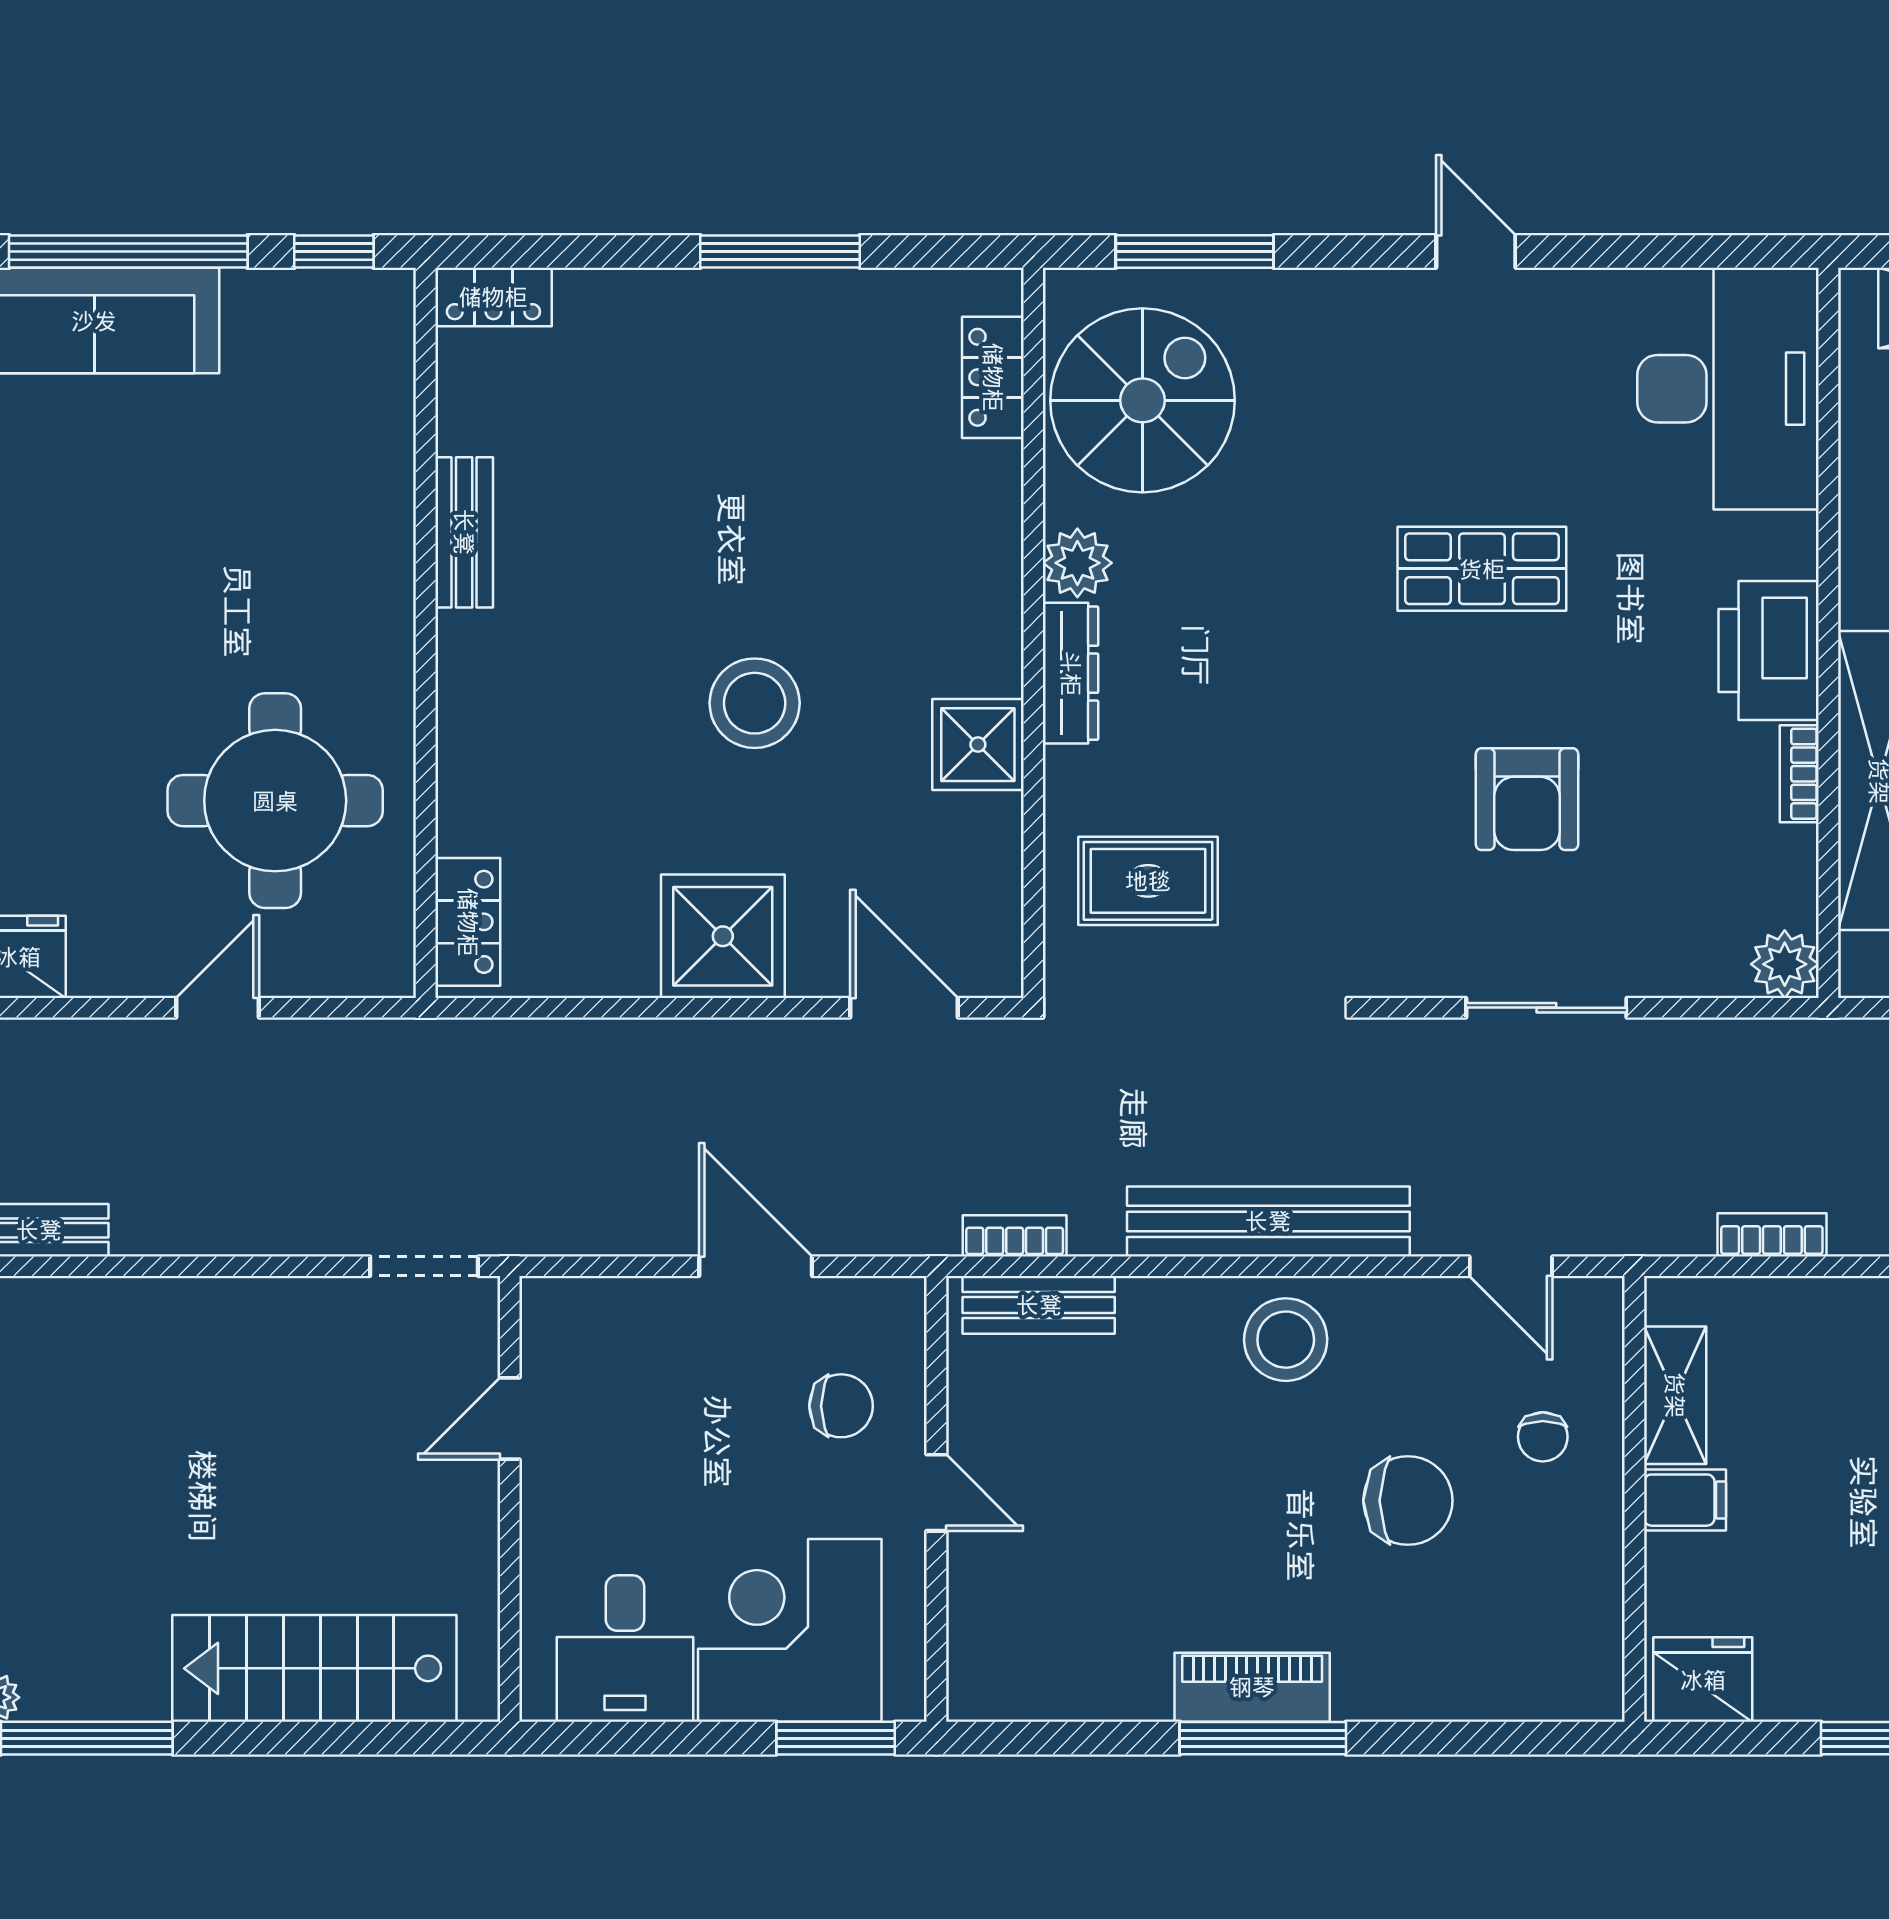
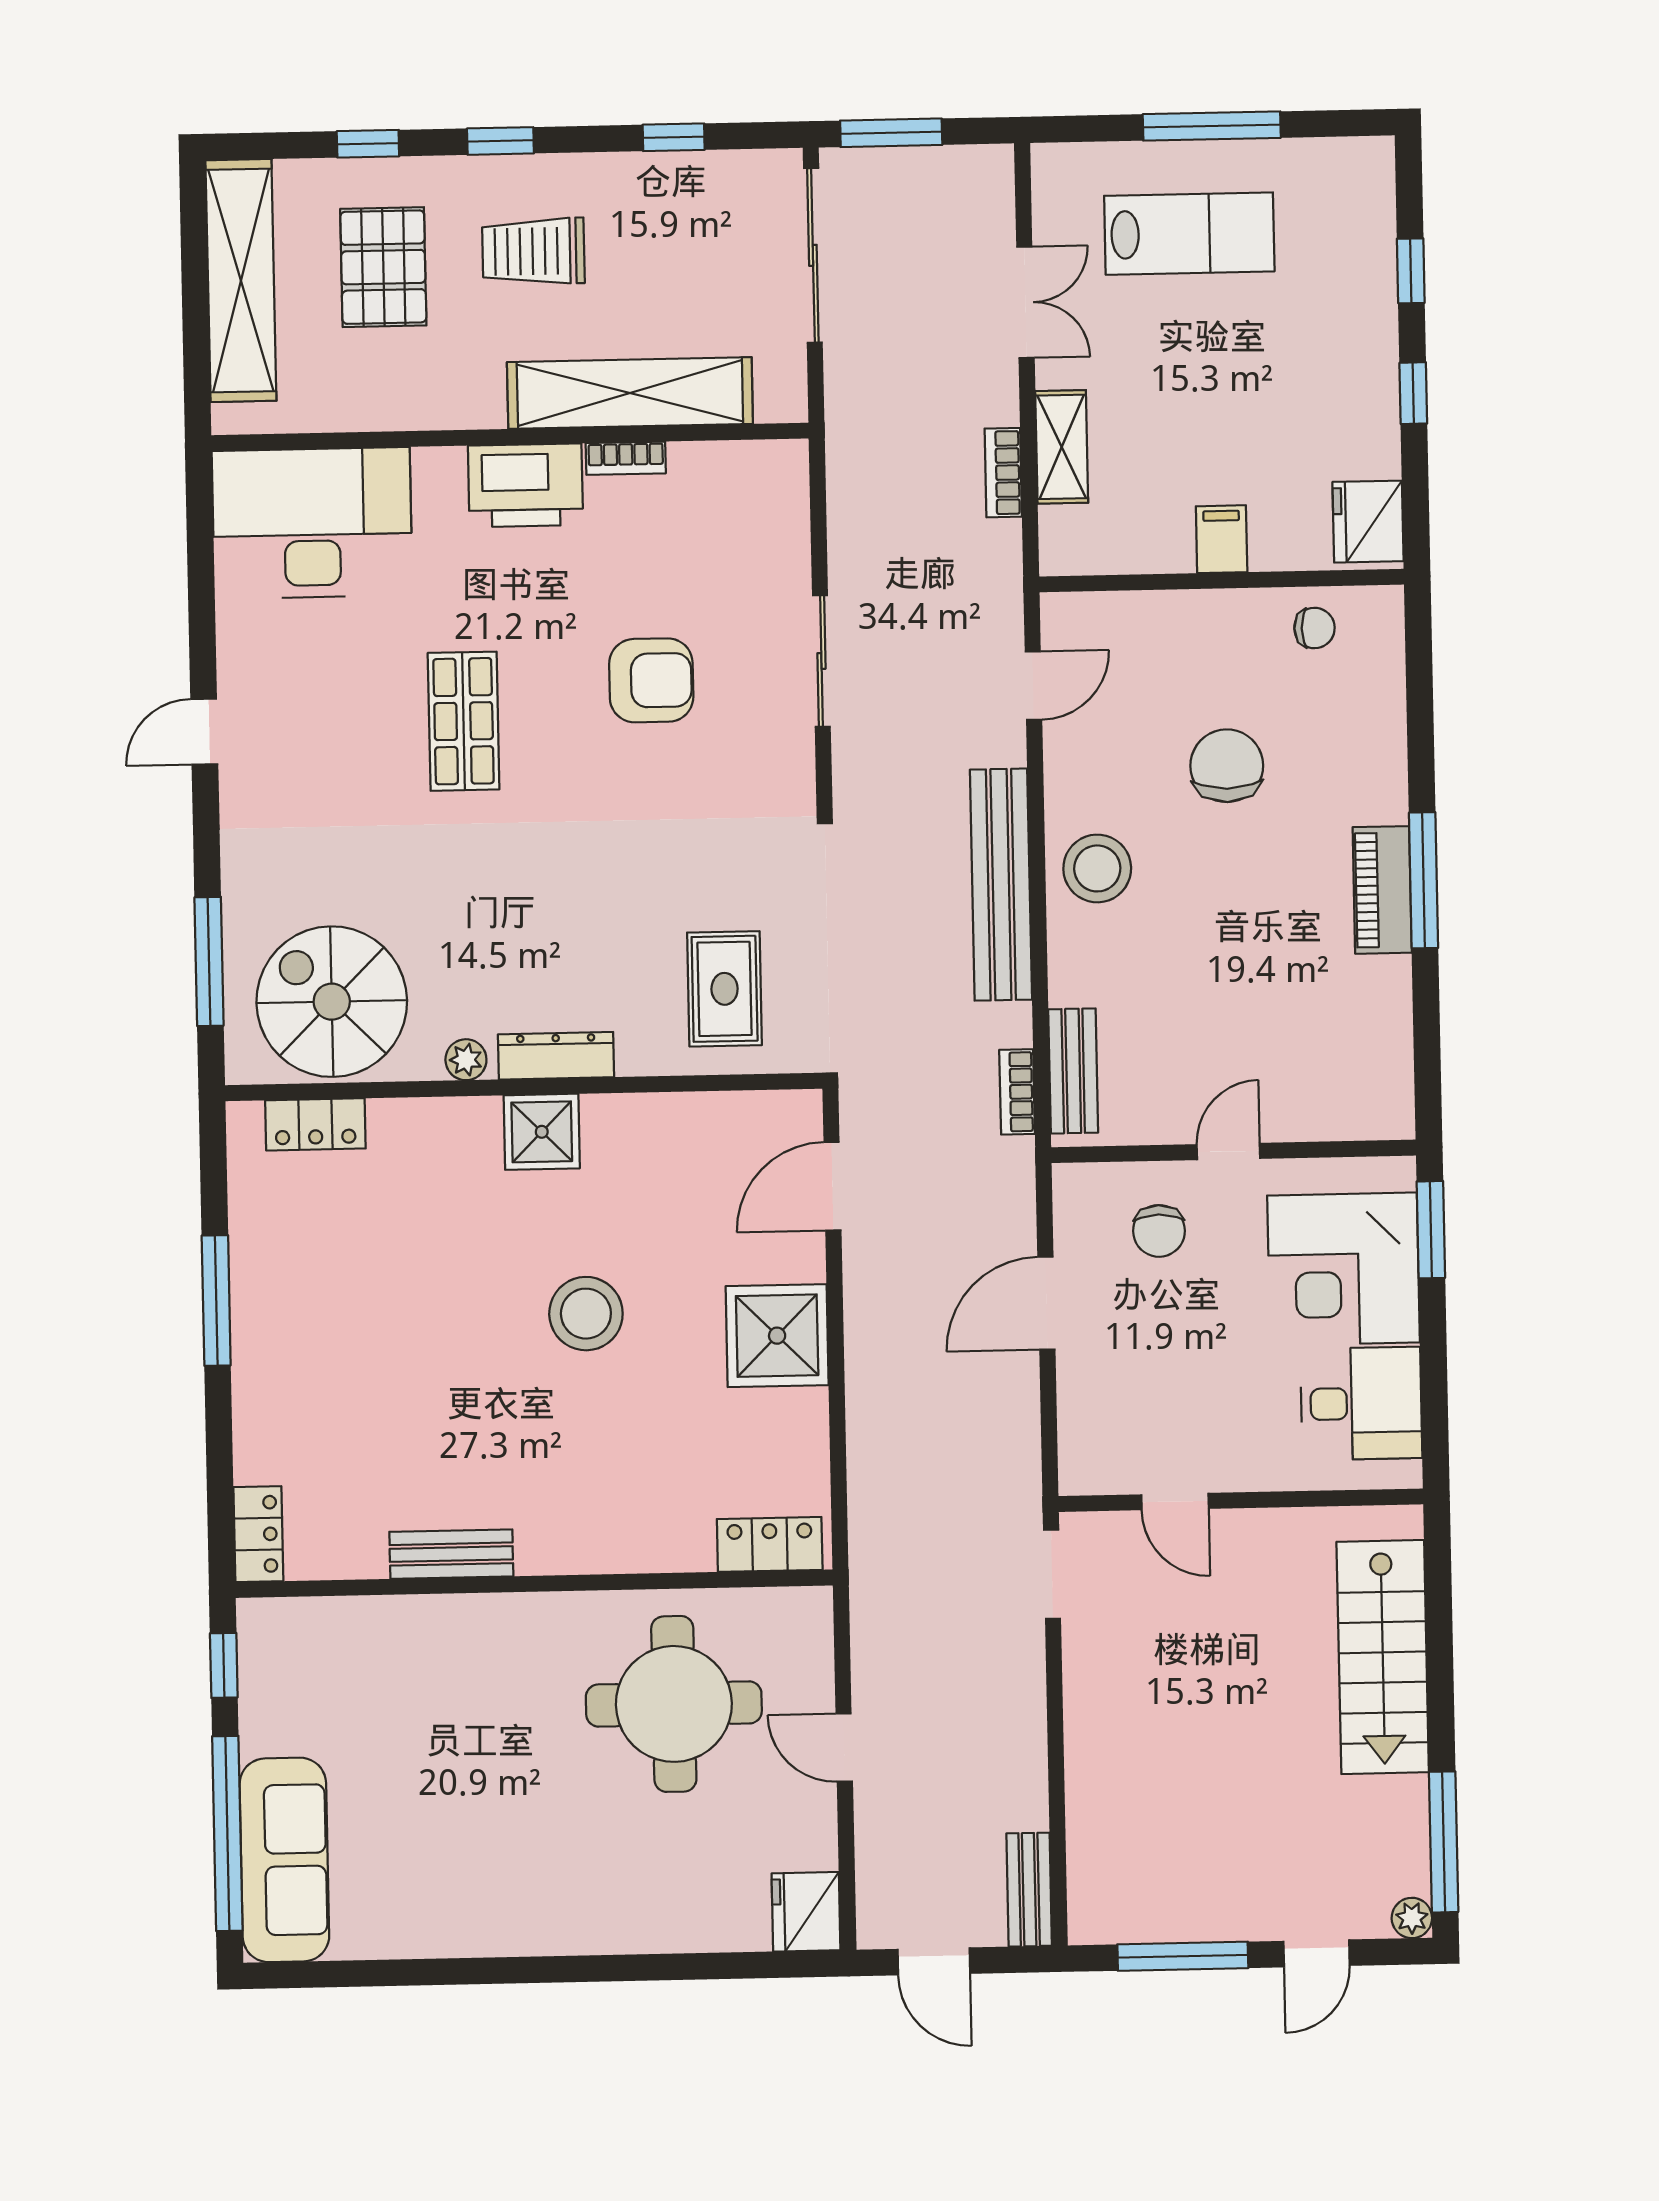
plant: (1077, 563) -> (466, 1060), width x0.73, depth x0.73
shower: (978, 745) -> (542, 1132), moved
plant: (1785, 964) -> (782, 467), removed
shelving: (1675, 1395) -> (1062, 447), moved, turned 90
chair: (841, 1406) -> (1159, 1231), turned 180
chair: (1543, 1437) -> (1314, 628), moved

